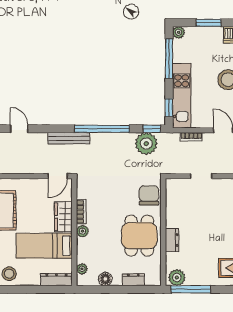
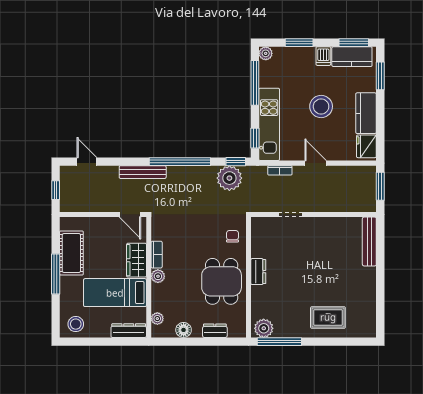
door: (58, 176) -> (130, 215), hinge flipped
chair: (149, 195) -> (232, 236), width x0.54, depth x0.54
dresser: (172, 240) -> (258, 272), moved

